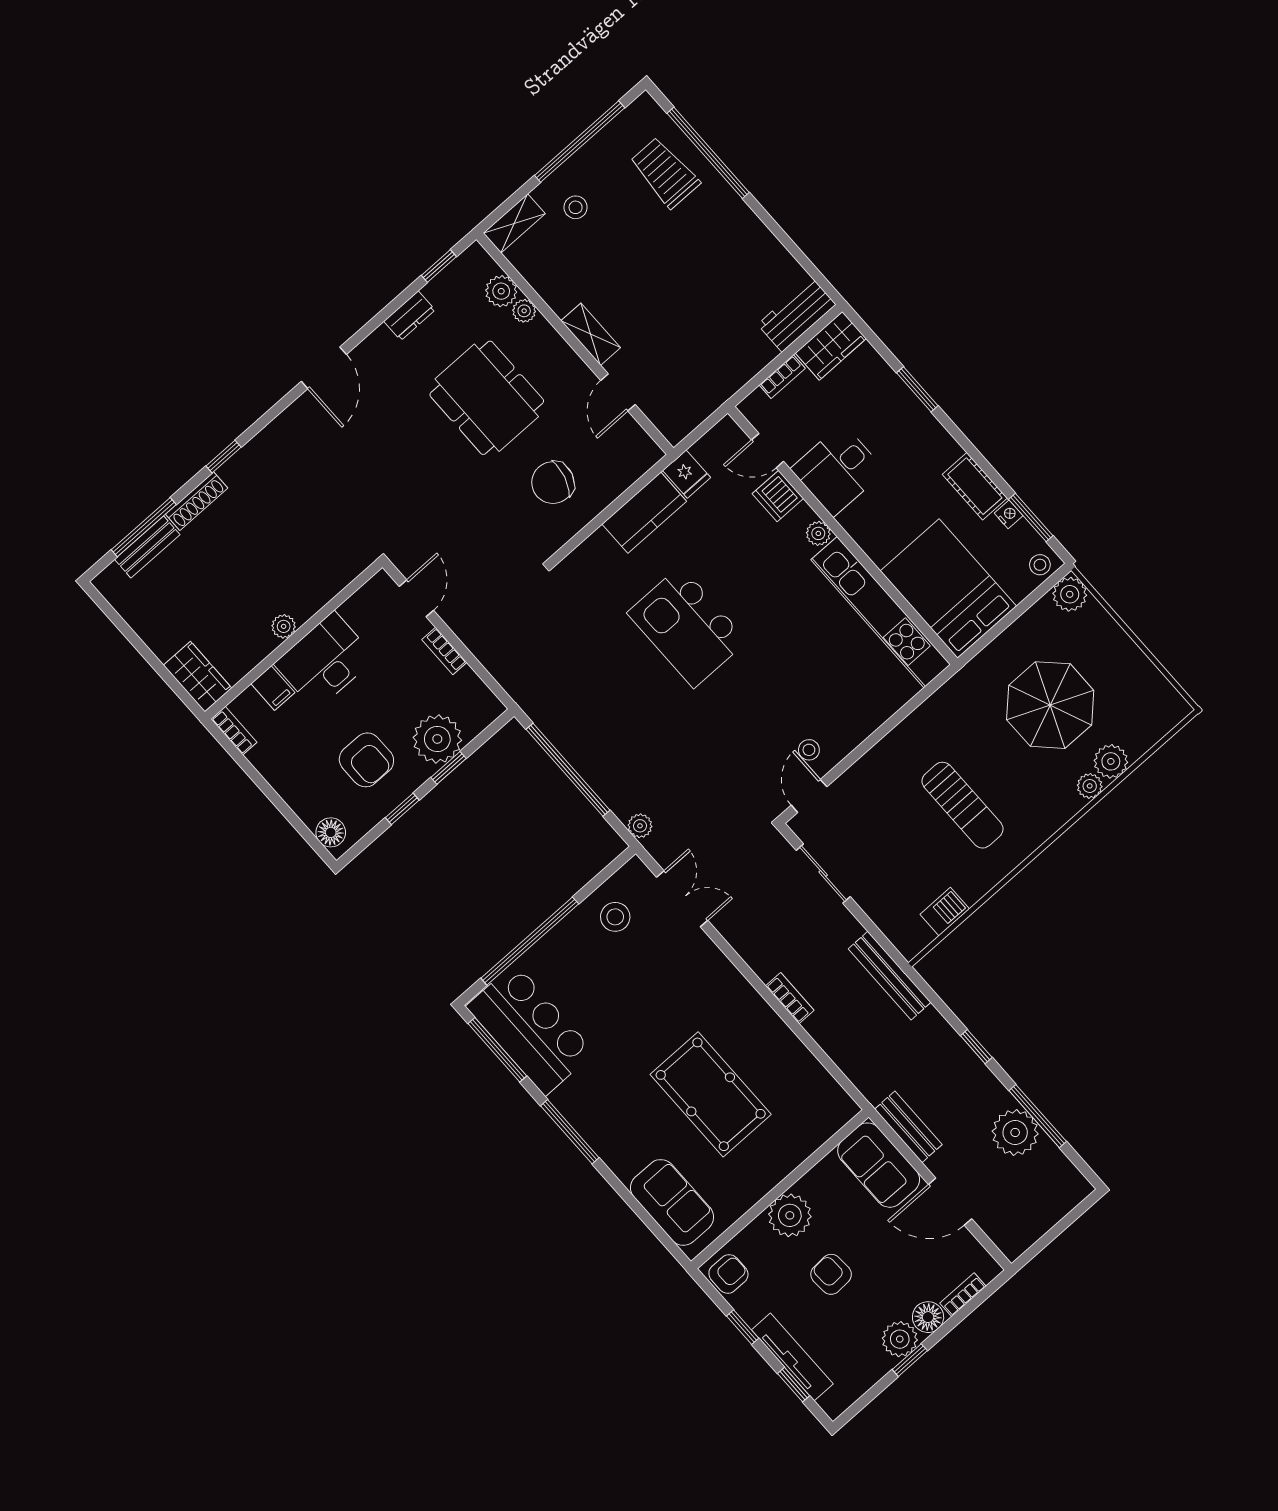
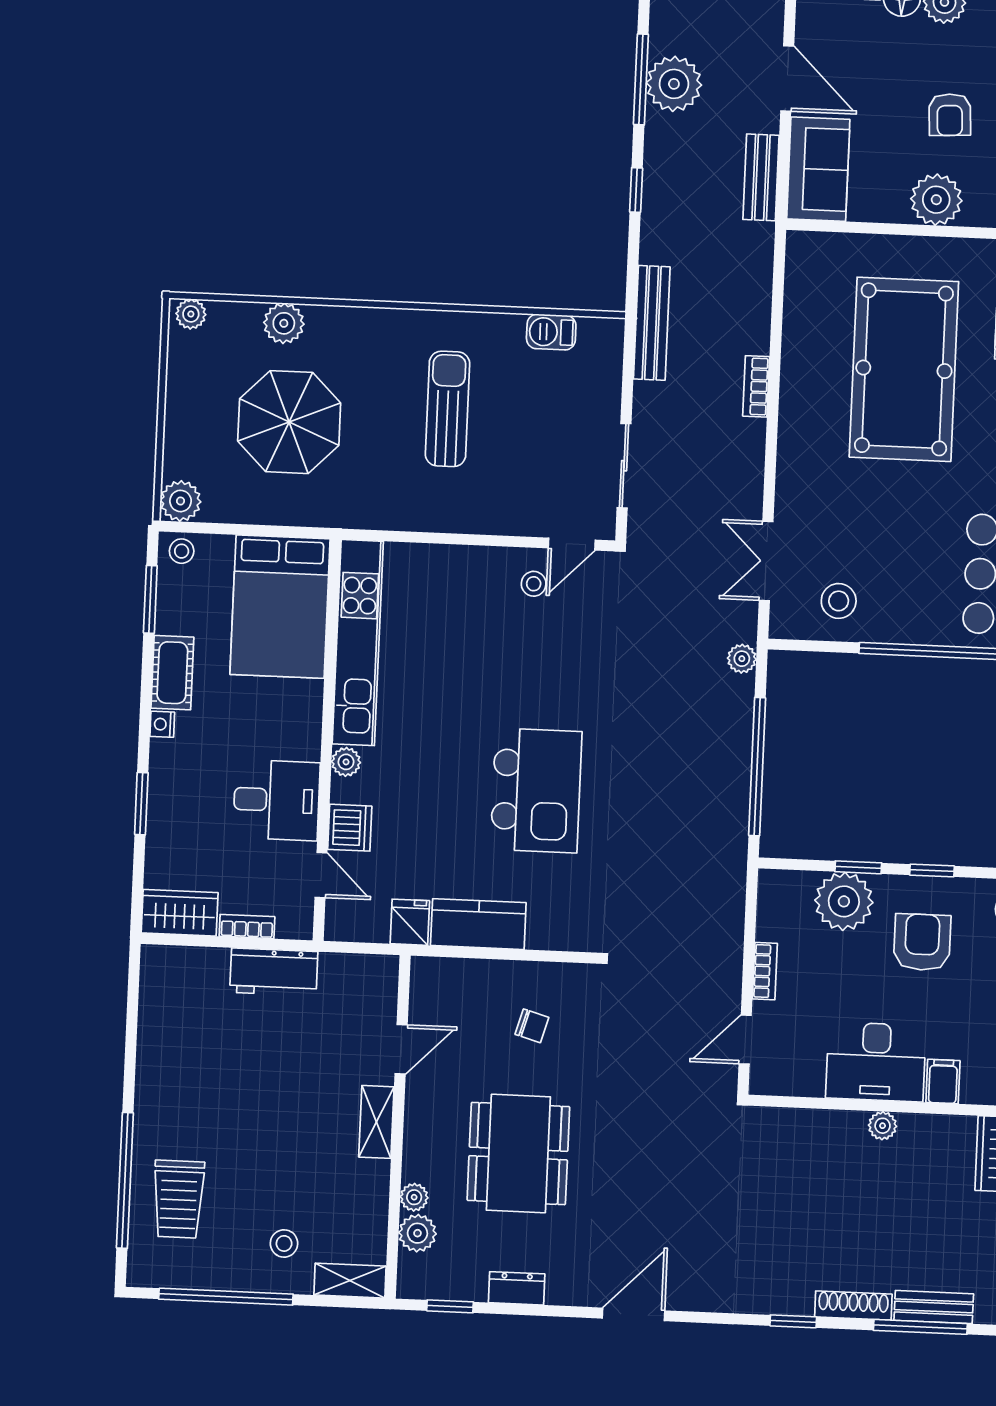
workbench: (797, 314) -> (274, 972), moved
chair: (553, 483) -> (532, 1026), width x0.54, depth x0.54
nightstand: (1009, 514) -> (162, 724), moved
plant: (1090, 786) -> (191, 314), moved
pool table: (711, 1094) -> (904, 369), width x1.36, depth x1.32

